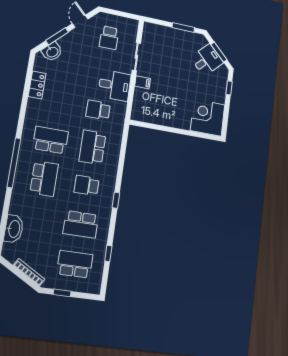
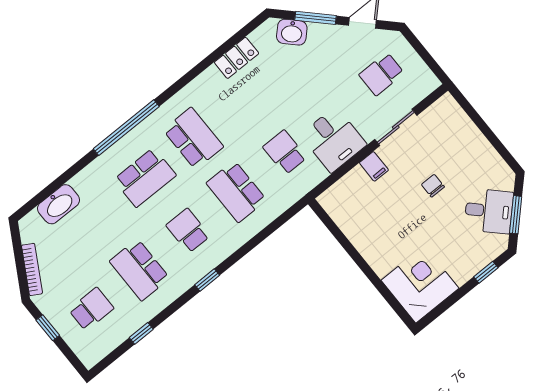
window: (183, 28) -> (495, 142), removed
chair: (175, 69) -> (433, 186), added
school desk: (92, 147) -> (236, 191), turned -90
school desk: (75, 264) -> (91, 309), width x0.54

